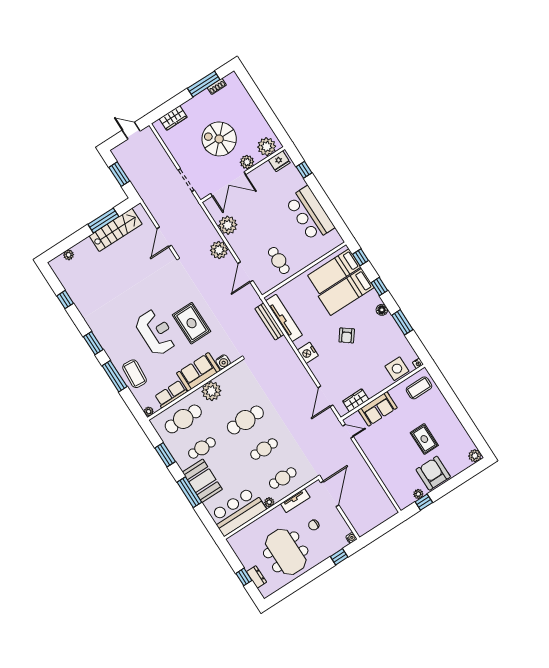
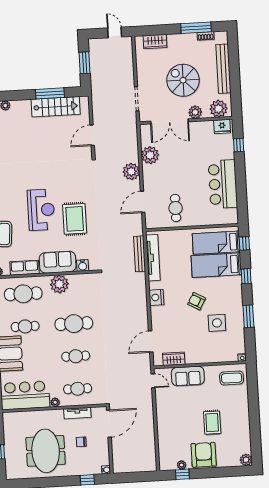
bench: (250, 107) -> (223, 69), added
floor lamp: (382, 310) -> (237, 297), removed
armchair: (347, 335) -> (197, 301), turned 82
side table: (397, 369) -> (217, 323), moved
dresser: (256, 577) -> (10, 458), removed

